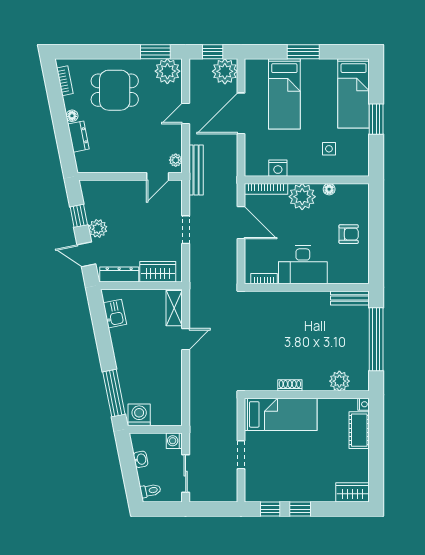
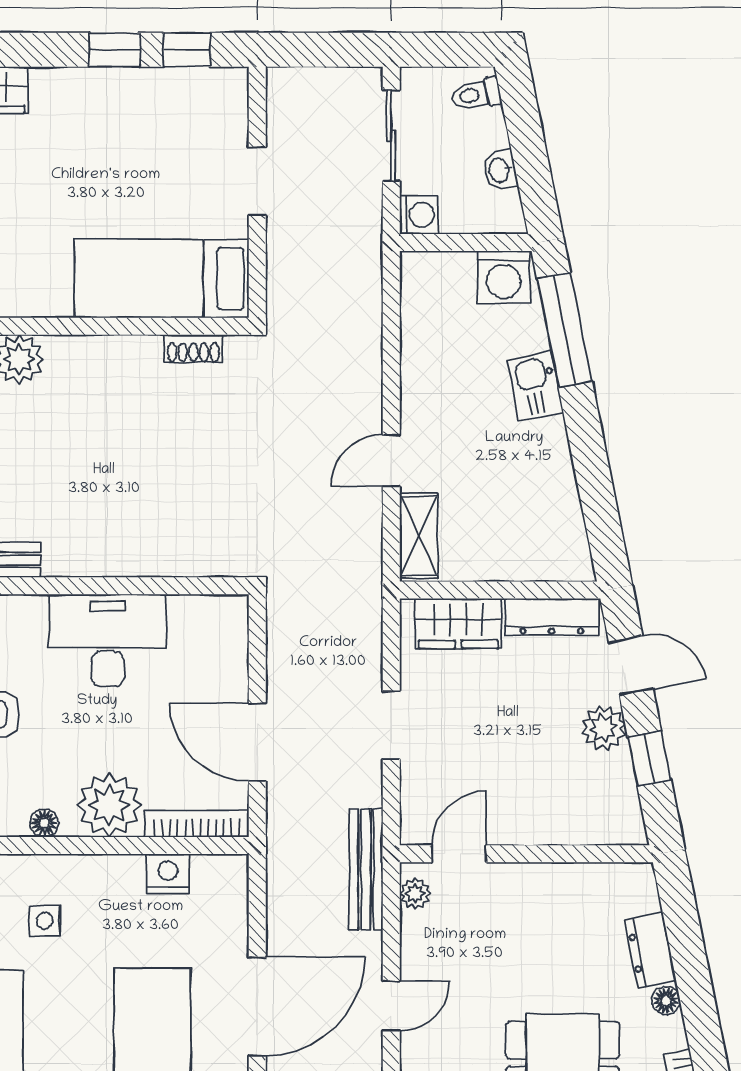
bookcase: (264, 279) -> (202, 607), removed
kitchen sink: (115, 314) -> (535, 386), moved
shoe rack: (290, 385) -> (193, 349), moved

